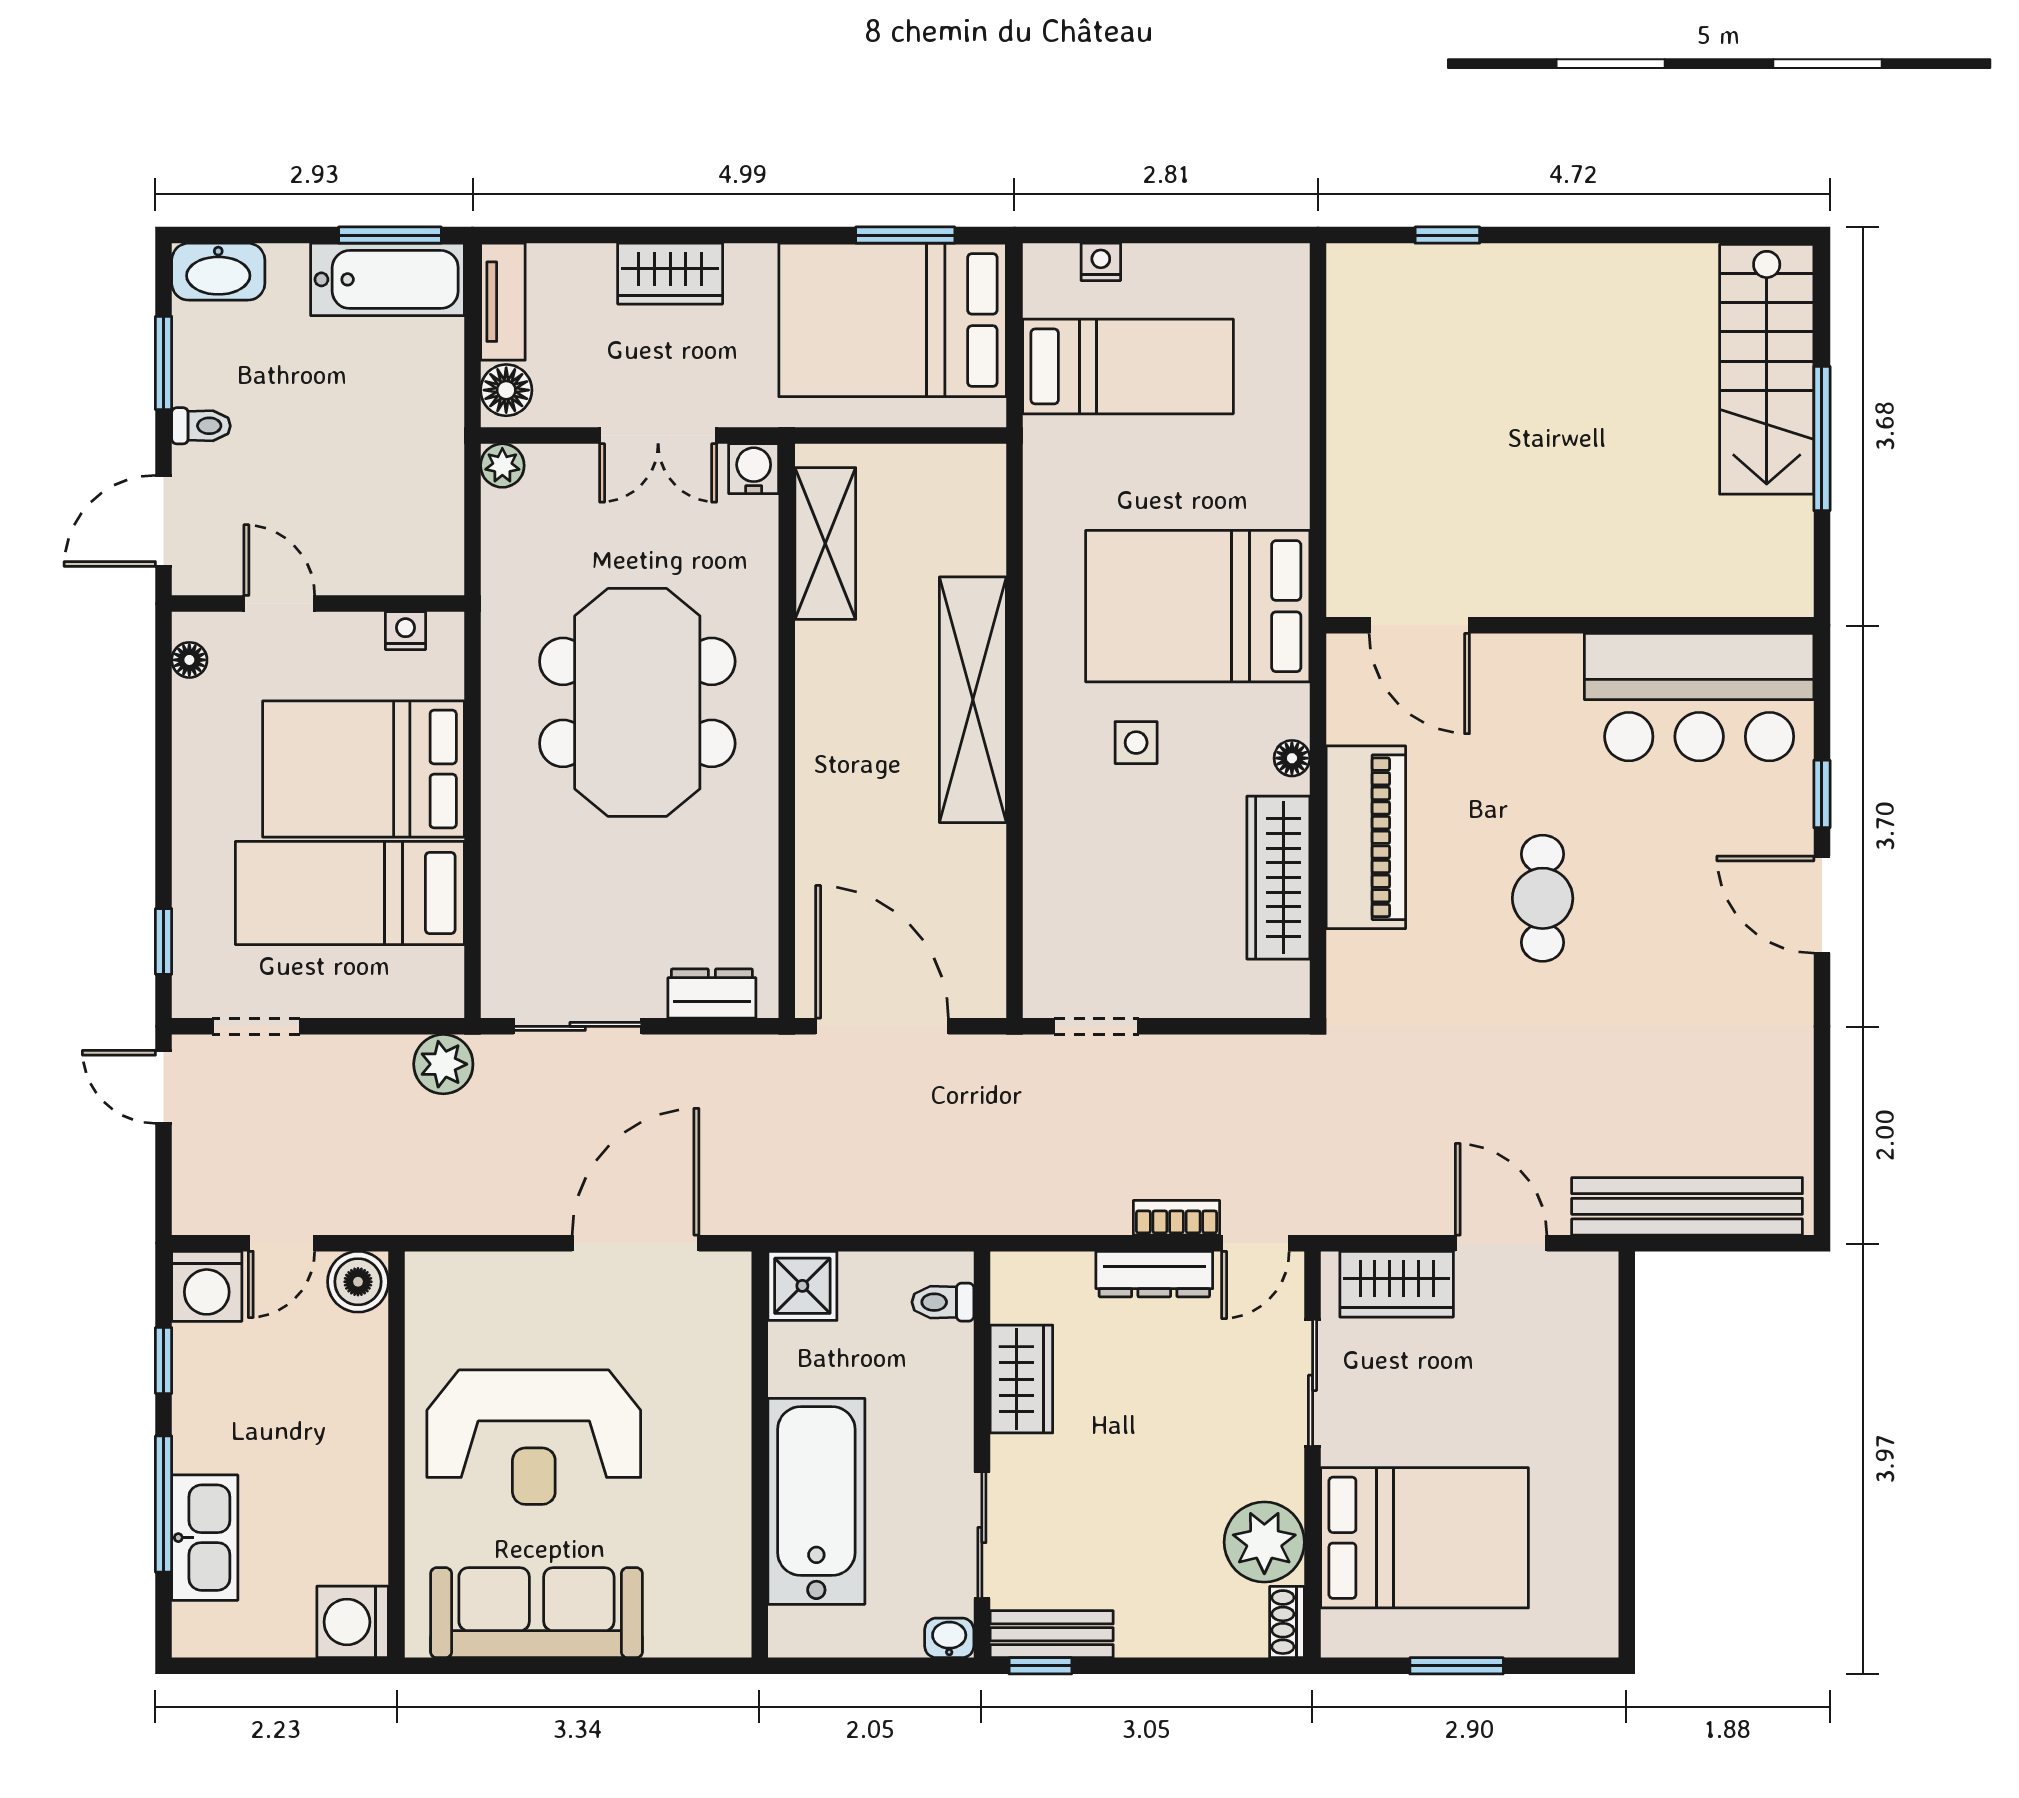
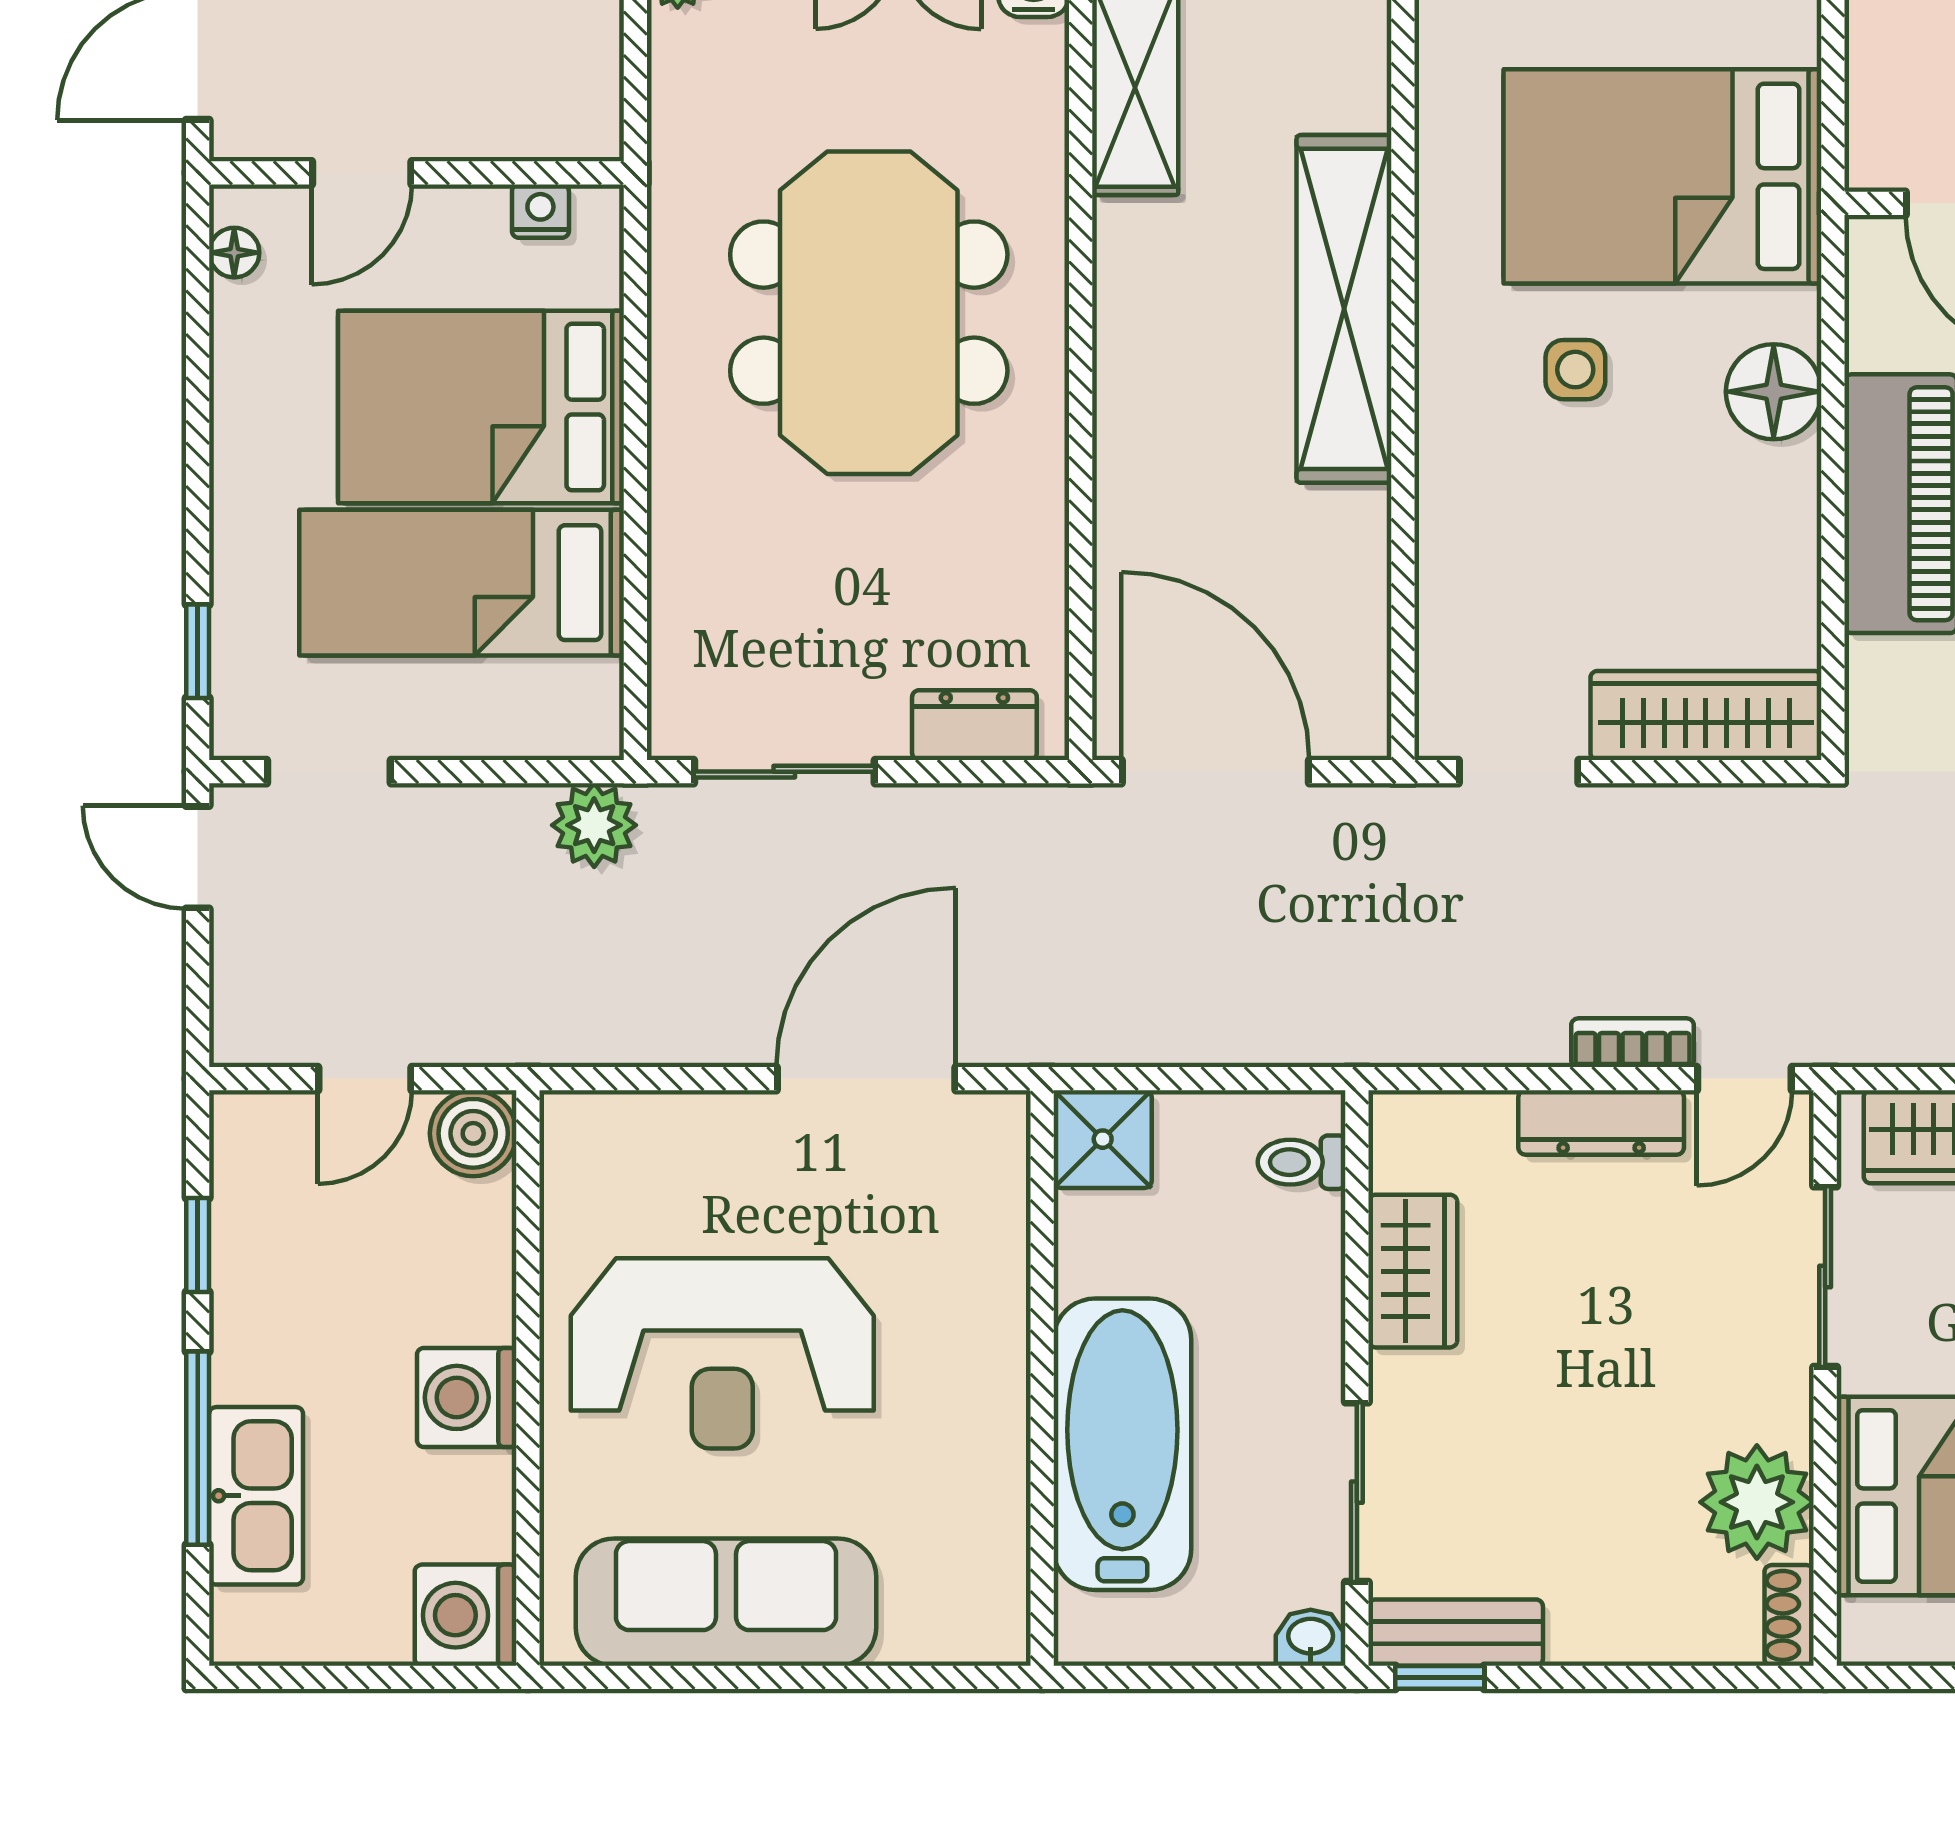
door: (279, 604) -> (362, 173), swing flipped
floor lamp: (1292, 758) -> (1774, 392), width x1.89, depth x1.89
wardrobe: (1278, 878) -> (1706, 715), moved, turned 90
washing machine: (207, 1286) -> (467, 1397), moved, turned 90

